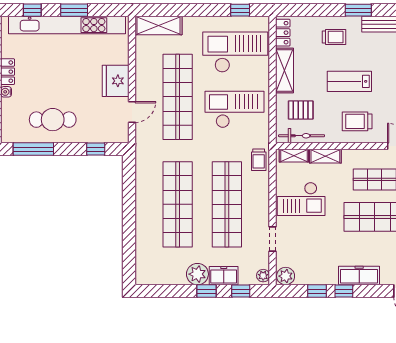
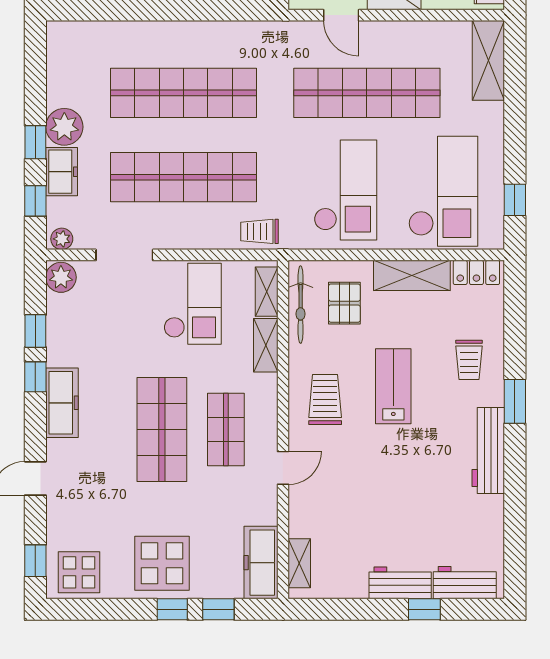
checkout: (301, 199) -> (193, 304), turned 180
doorway: (272, 239) -> (124, 255), width x1.38

